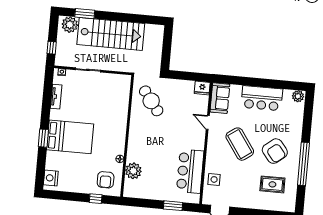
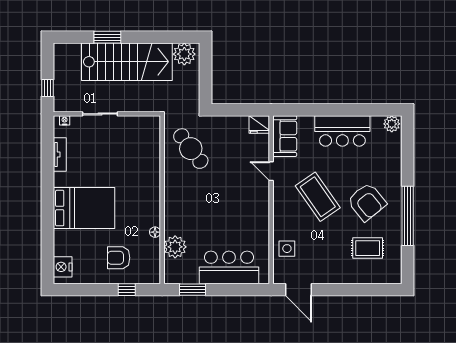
window: (85, 14) -> (107, 37), moved
plant: (70, 25) -> (184, 54), moved
window: (43, 138) -> (47, 213), removed
bar counter: (190, 171) -> (229, 267), moved, turned 90
armchair: (106, 180) -> (119, 258), moved, turned 90
window: (173, 206) -> (193, 290), moved

